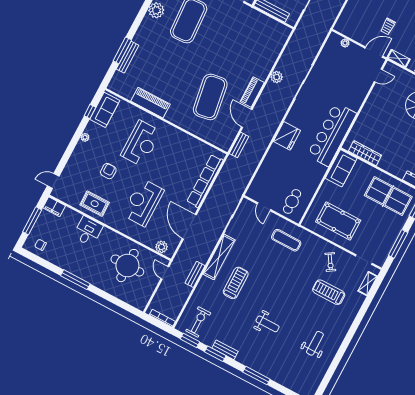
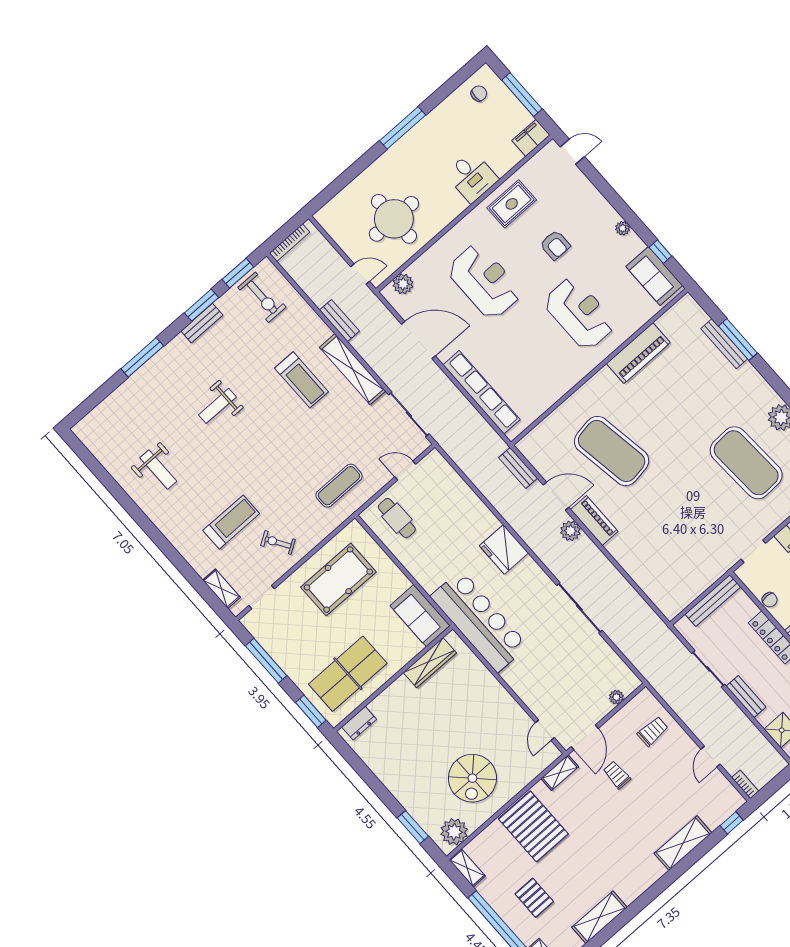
trolley: (356, 16) -> (653, 731), added
plant: (277, 77) -> (570, 531), moved
reception desk: (141, 143) -> (579, 313), turned 180
door: (53, 181) -> (572, 152), hinge flipped

